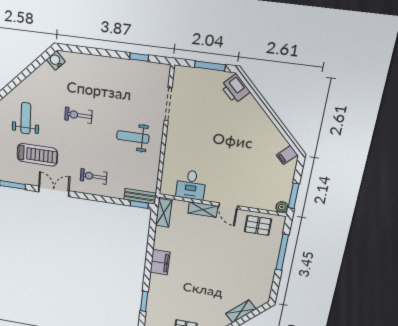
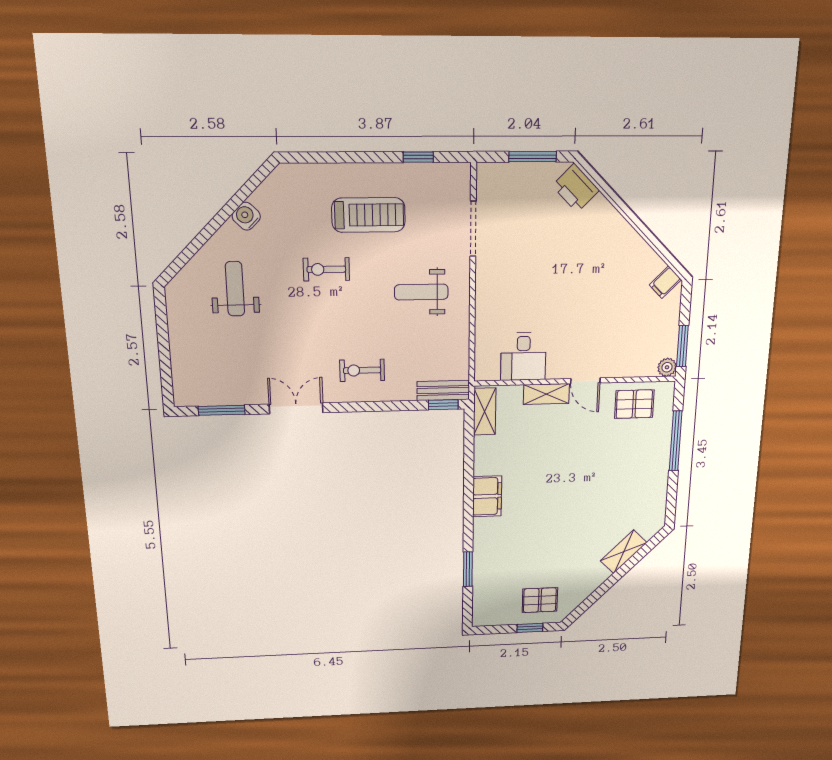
water cooler: (56, 61) -> (246, 216), moved
treadmill: (37, 155) -> (368, 215), moved

